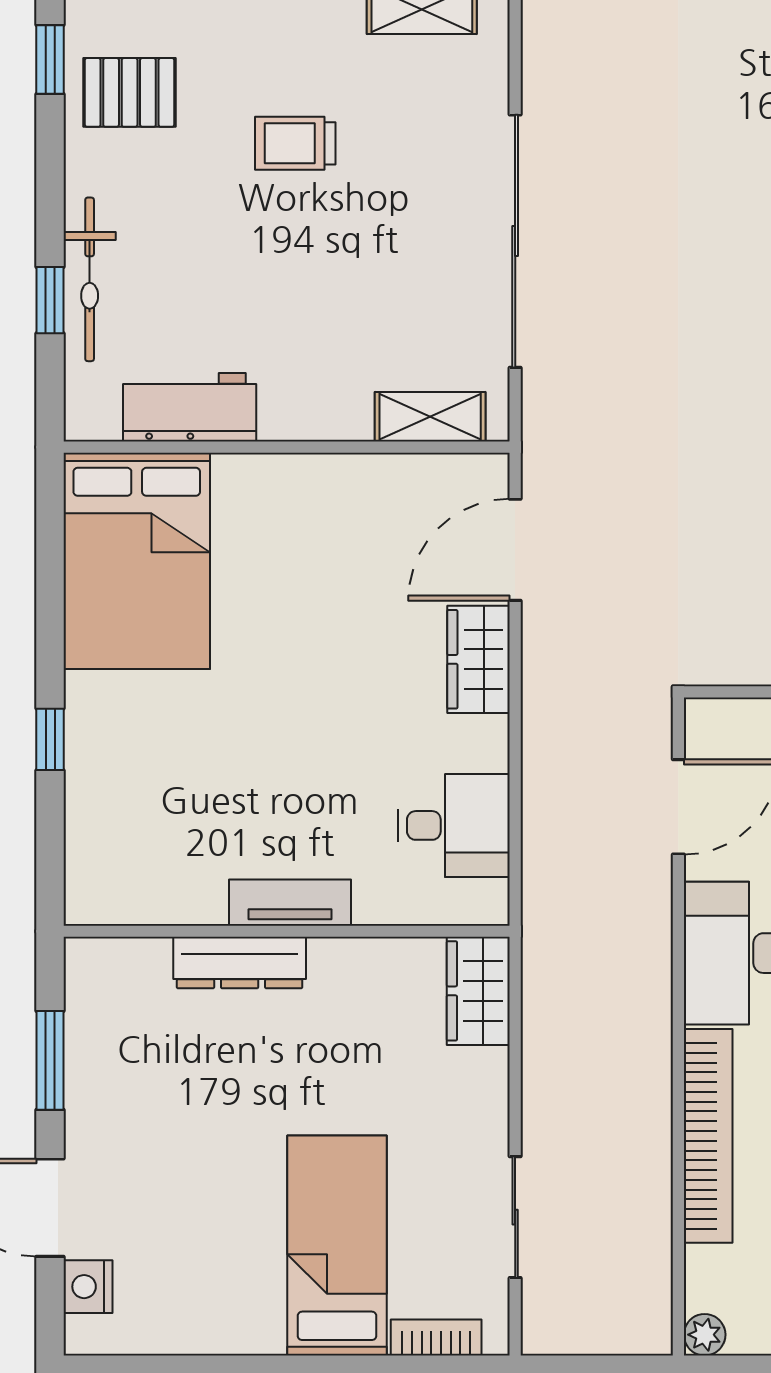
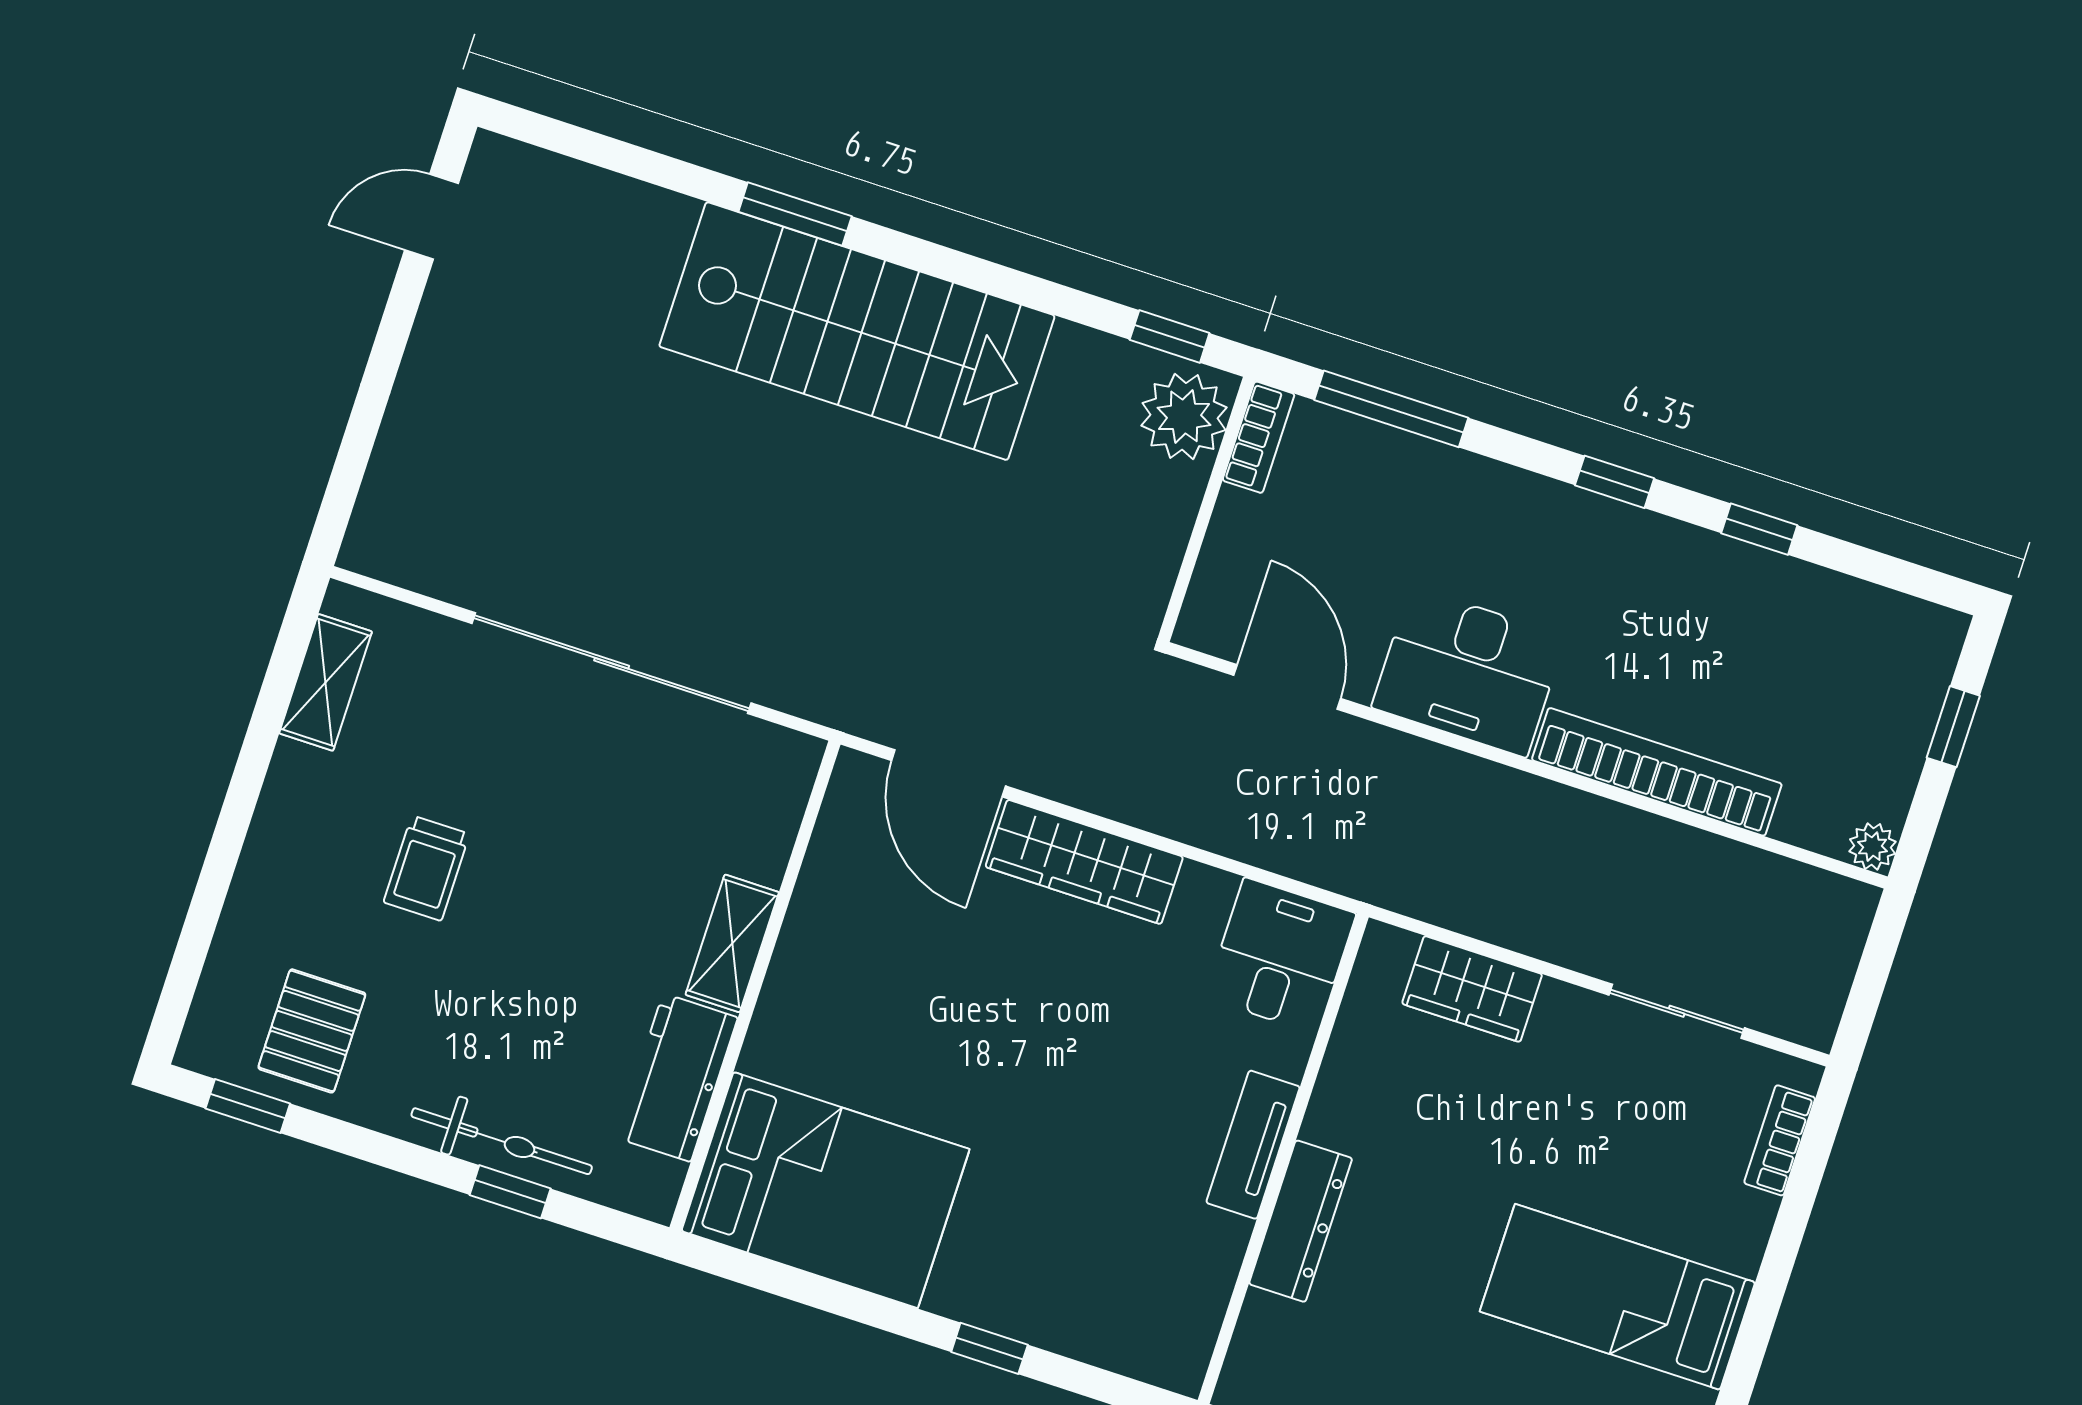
shelving: (430, 417) -> (732, 943), moved
wardrobe: (479, 659) -> (1084, 862), width x1.50
desk: (454, 825) -> (1280, 956), moved
wardrobe: (478, 991) -> (1472, 989), moved
bed: (337, 1245) -> (1617, 1297), moved

